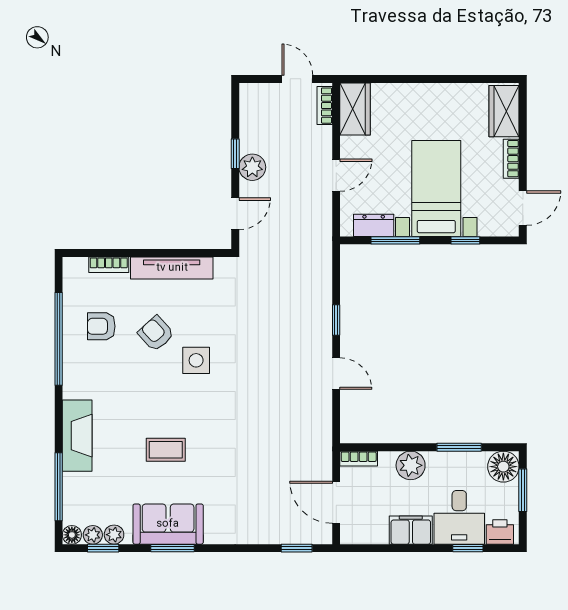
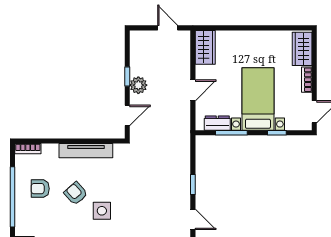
bookcase: (325, 106) -> (185, 45), removed
bookcase: (109, 265) -> (28, 149), moved

